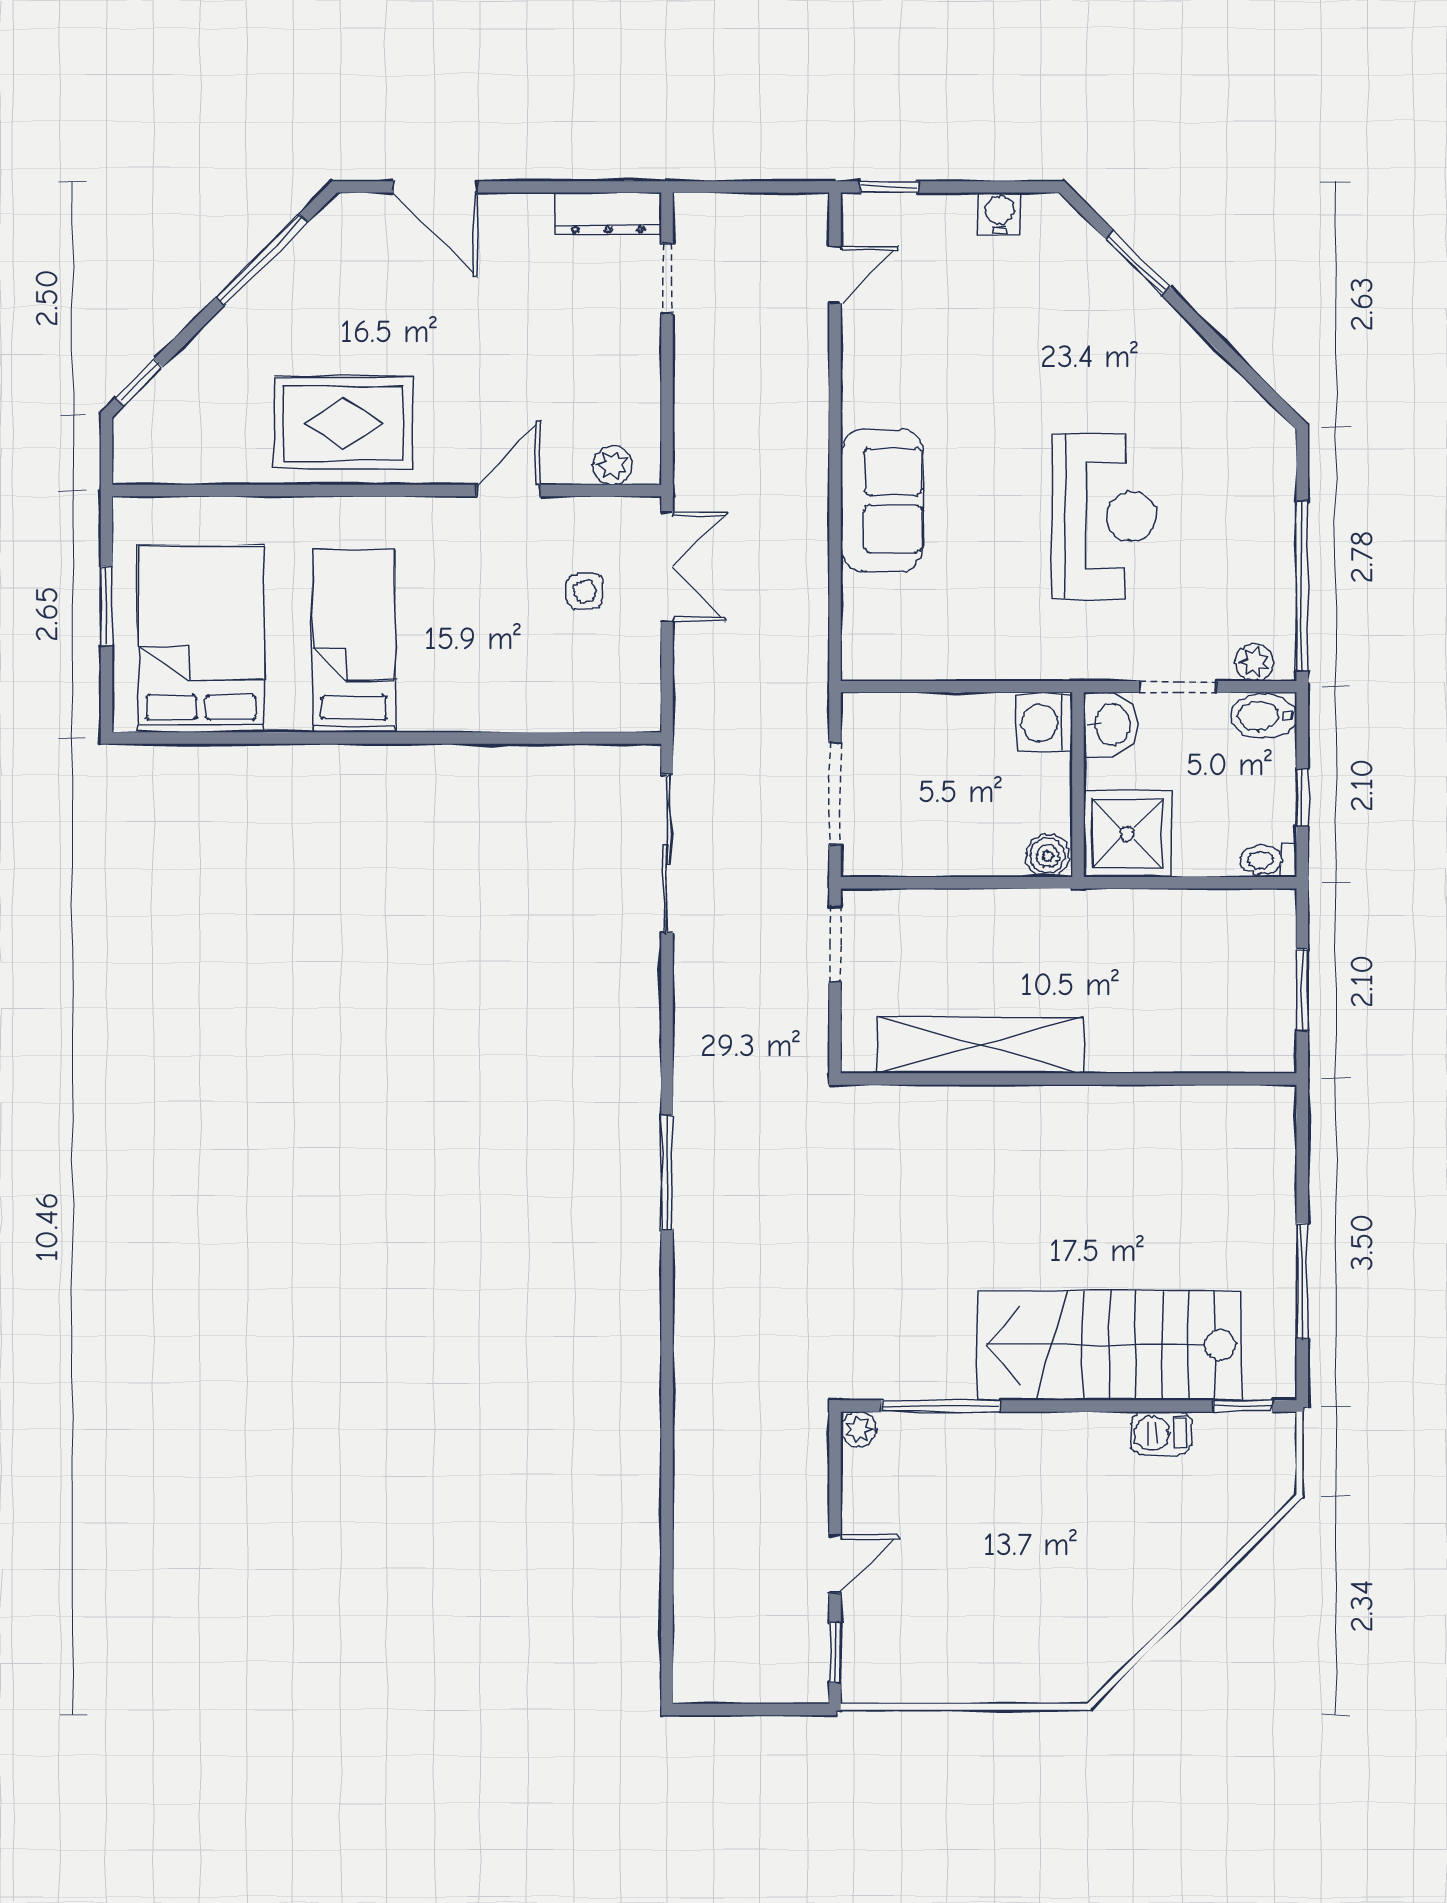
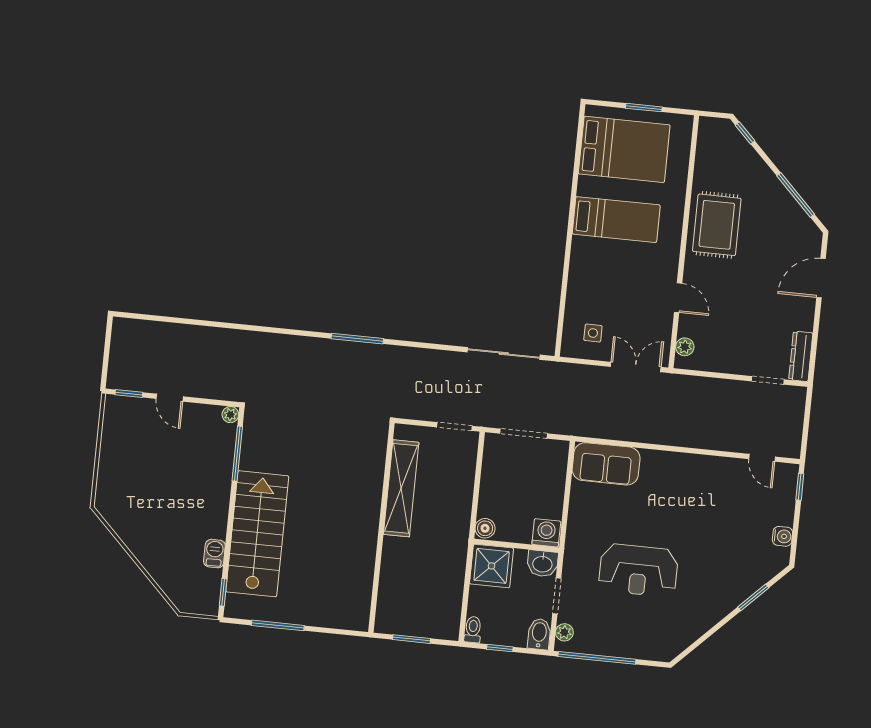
sofa: (882, 500) -> (606, 464), moved
double door: (667, 567) -> (636, 367), swing flipped
side table: (585, 591) -> (593, 333), moved

